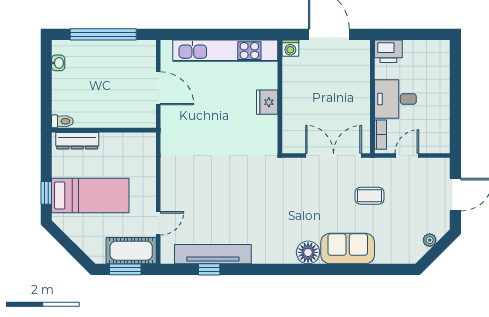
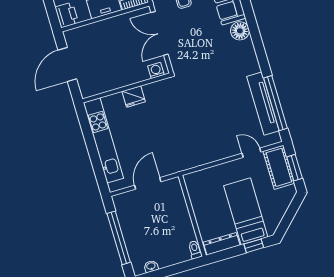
washing machine: (290, 48) -> (156, 70), moved, turned -90
dresser: (77, 141) -> (222, 244), moved, turned -90
window: (209, 269) -> (275, 103), width x3.17

